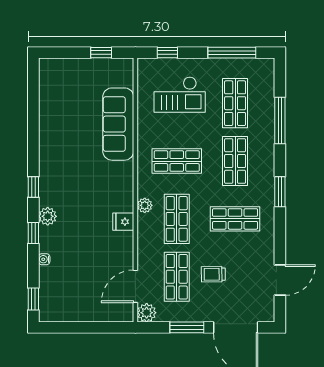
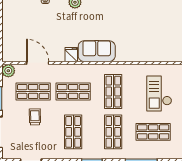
sofa: (118, 124) -> (97, 51), moved, width x0.73
shop shelf: (235, 161) -> (113, 132), turned 90
plant: (145, 205) -> (82, 69), removed
door: (135, 286) -> (38, 63), moved

